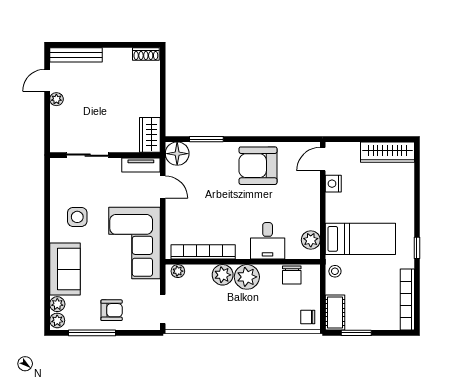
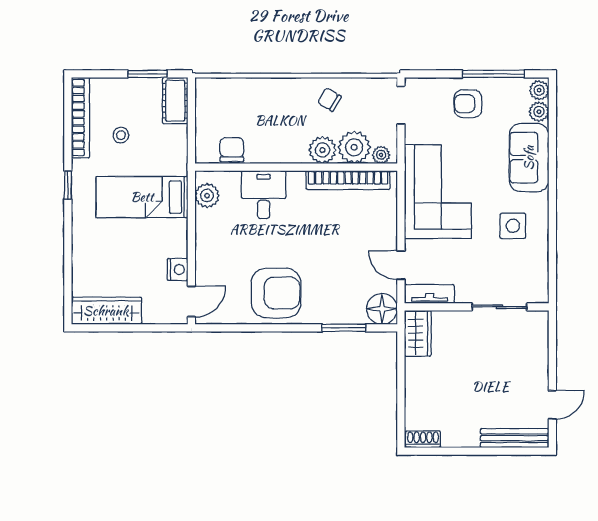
plant: (56, 99) -> (540, 380), removed
stool: (335, 271) -> (121, 135), moved
plant: (247, 277) -> (354, 147), moved
chair: (308, 317) -> (329, 100), moved, turned -149

